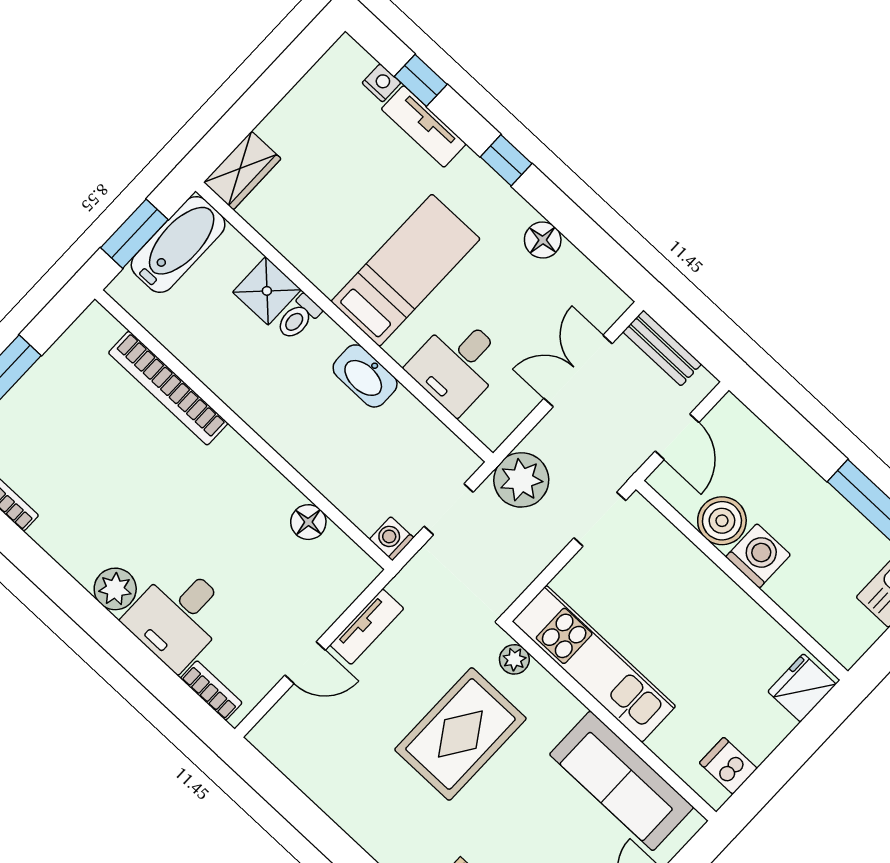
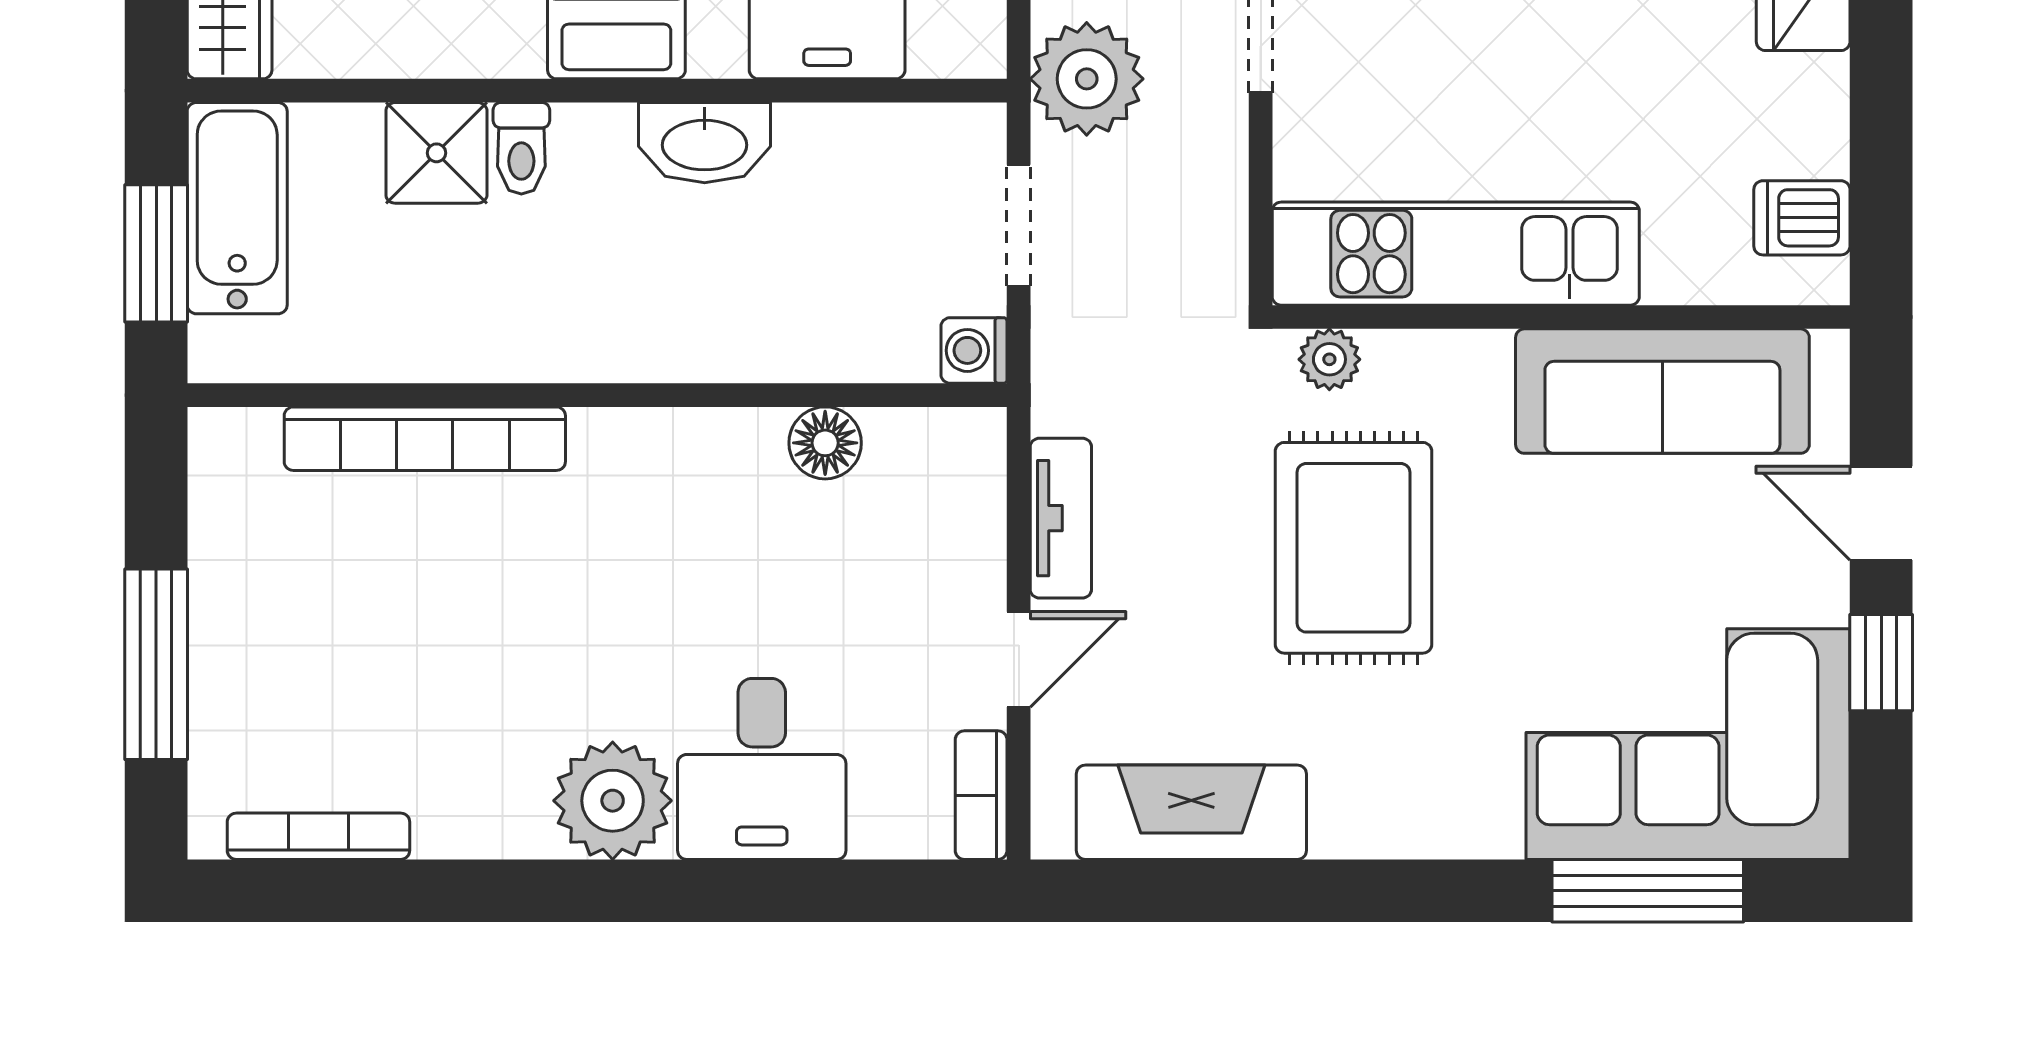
plant: (115, 589) -> (613, 801), width x1.36, depth x1.36
bookcase: (211, 690) -> (981, 795), moved, turned -90
fireplace: (316, 774) -> (1191, 812), added

